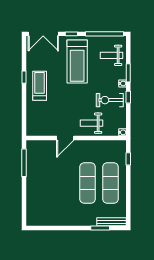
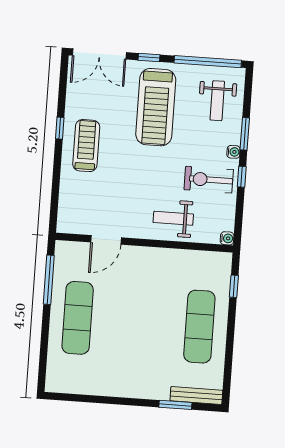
weight bench: (111, 55) -> (217, 101), turned -90
door: (65, 138) -> (106, 240), moved
exercise mat: (88, 183) -> (78, 318), moved

